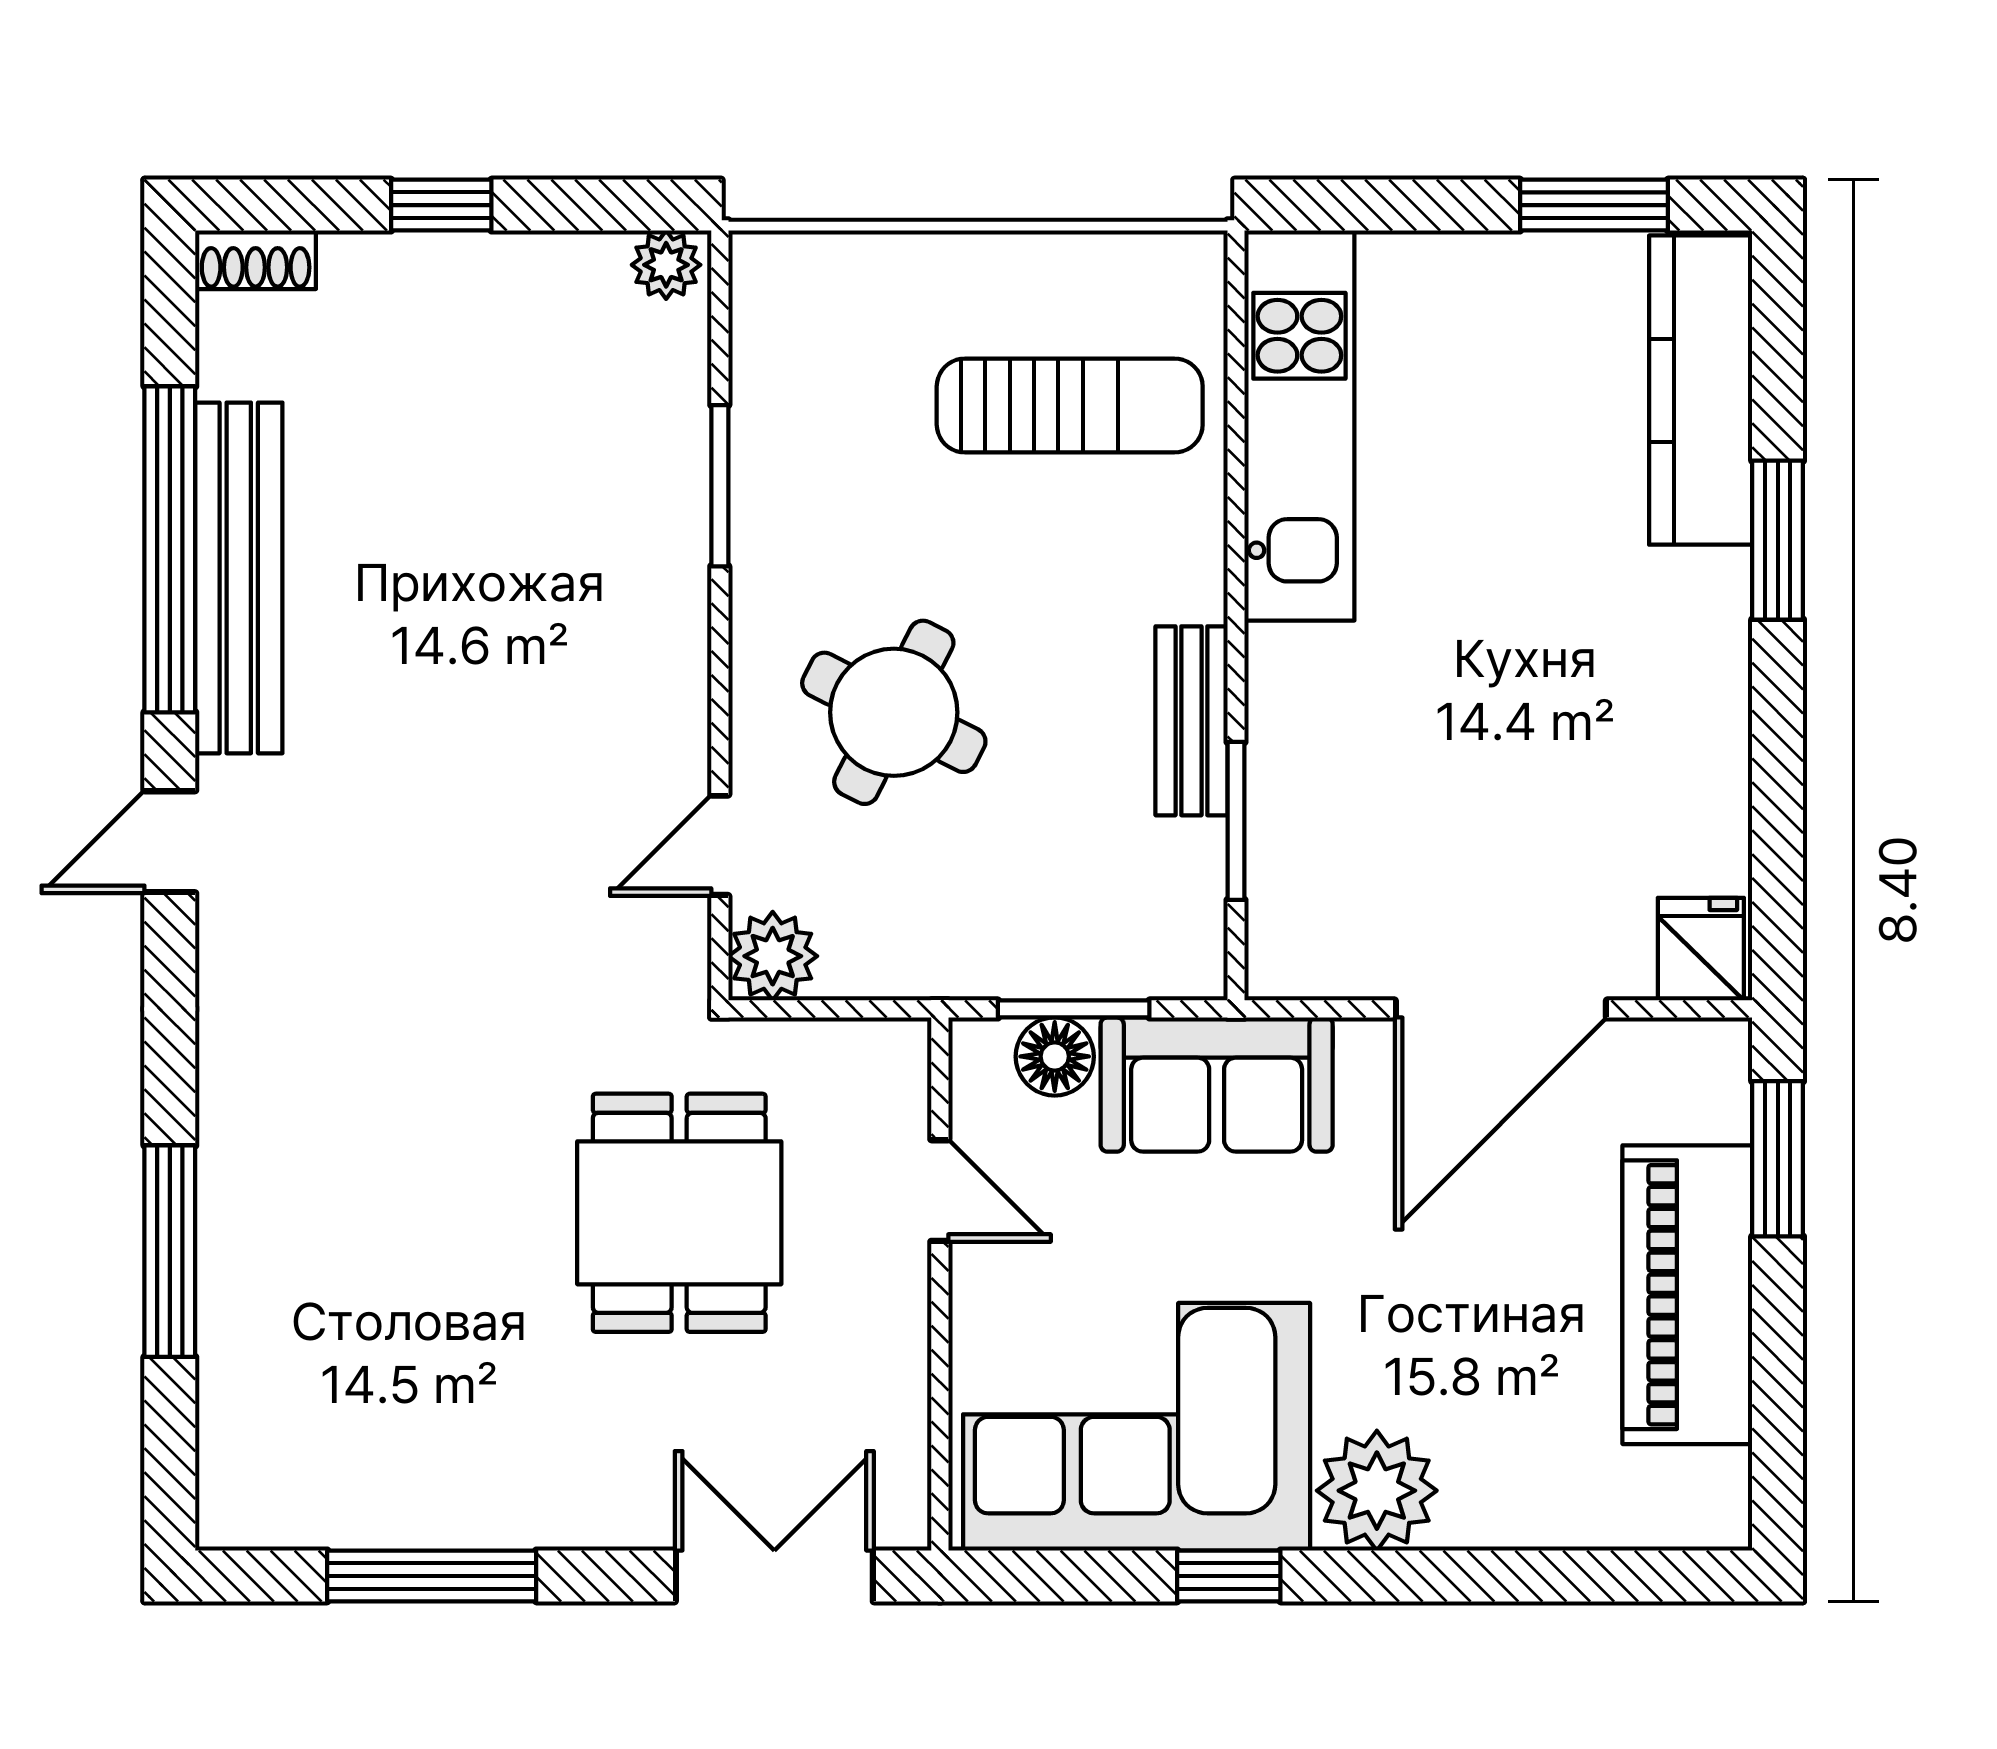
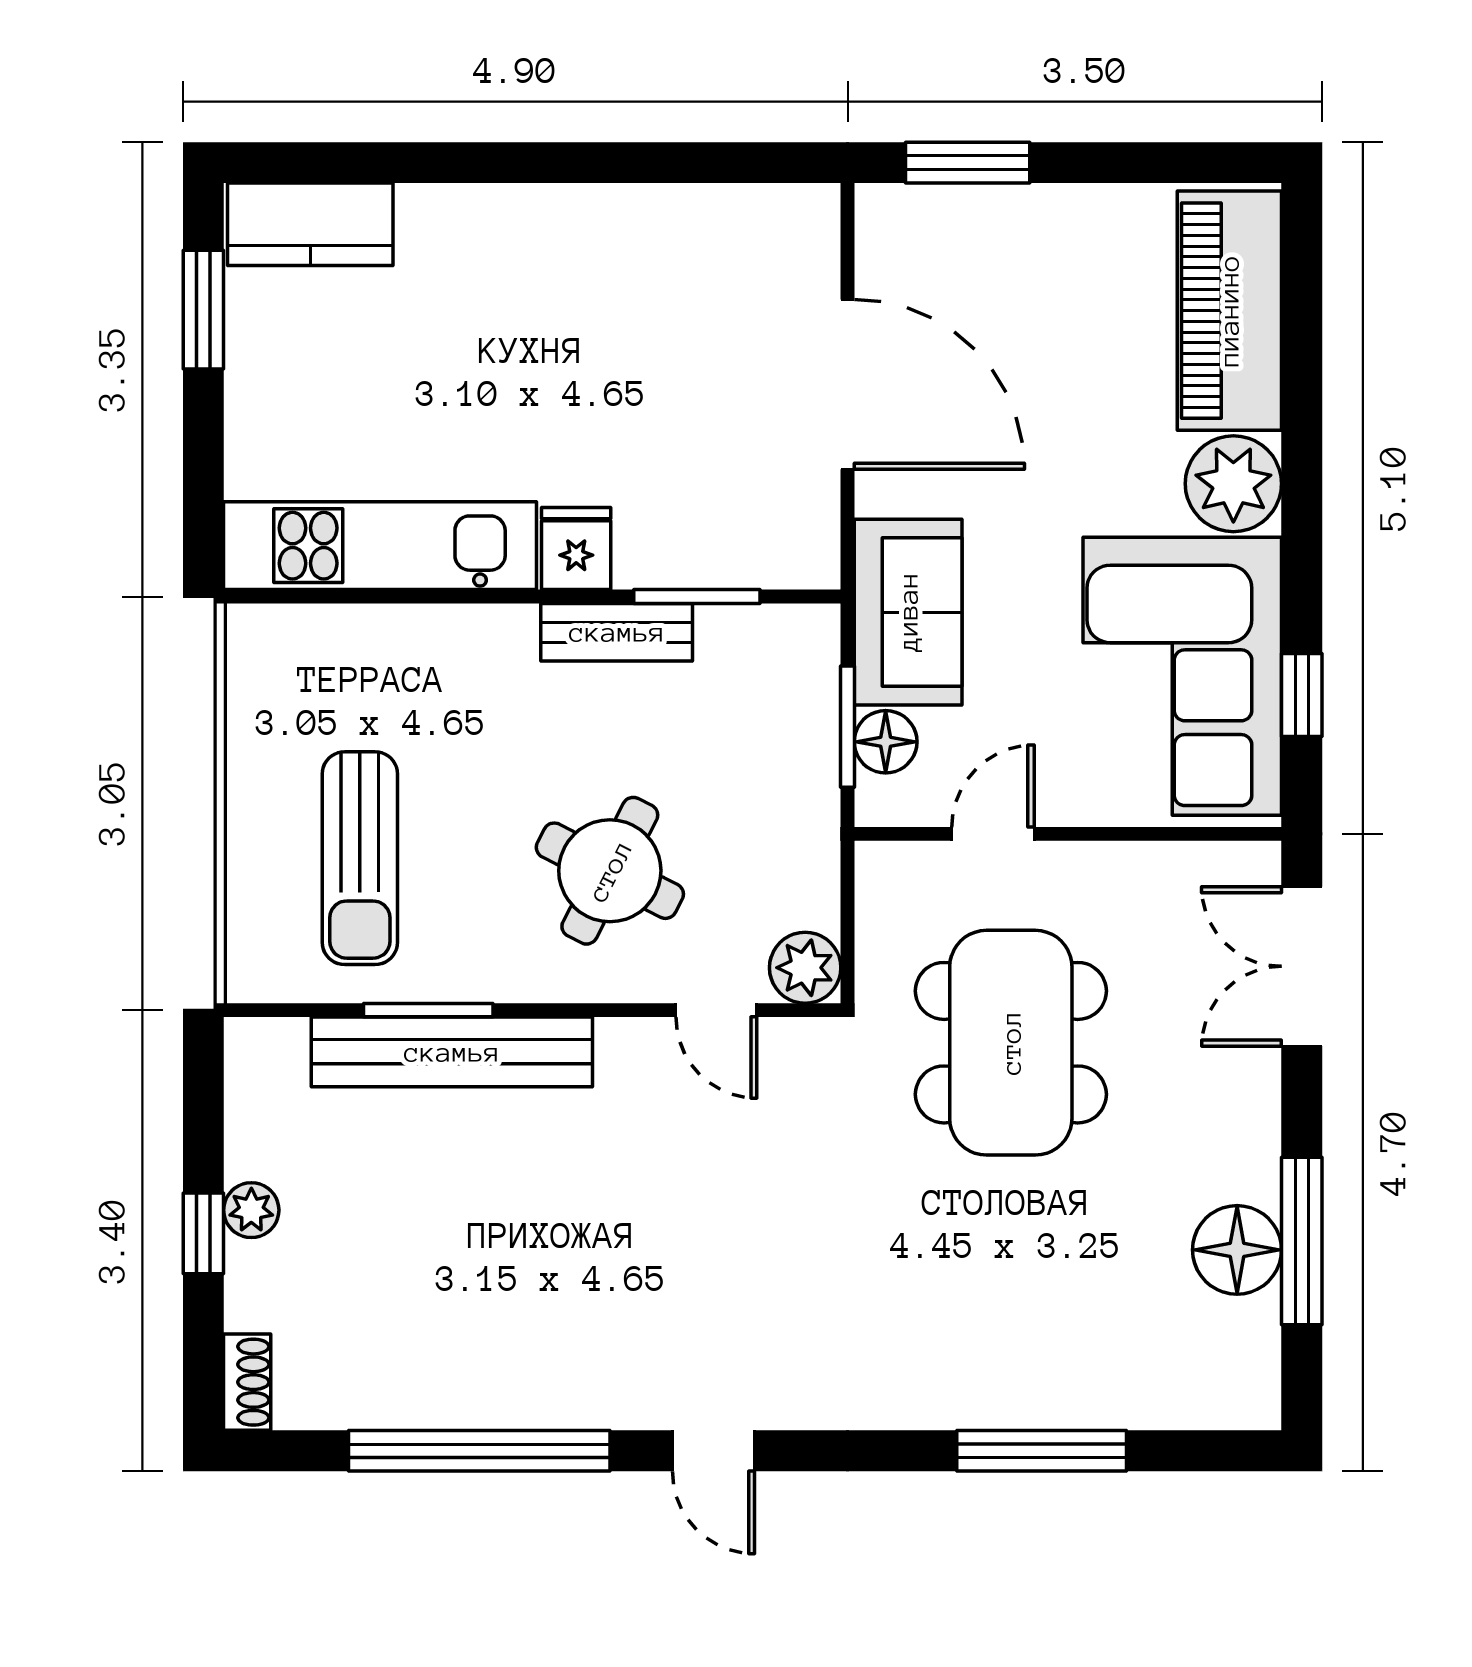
plant: (666, 265) -> (251, 1210), moved
kitchen counter: (1701, 390) -> (310, 224), width x0.67
sun lounger: (1070, 405) -> (360, 858), moved, turned 180
window: (1778, 540) -> (472, 163), removed
bench: (239, 578) -> (452, 1052), moved
fridge: (1701, 949) -> (576, 549), moved, turned 90
dining table: (679, 1213) -> (1011, 1043), width x1.38
piano: (1687, 1295) -> (1229, 311), moved, turned 90
floor lamp: (421, 1495) -> (1237, 1250), added
window: (1229, 1576) -> (1302, 695), moved

